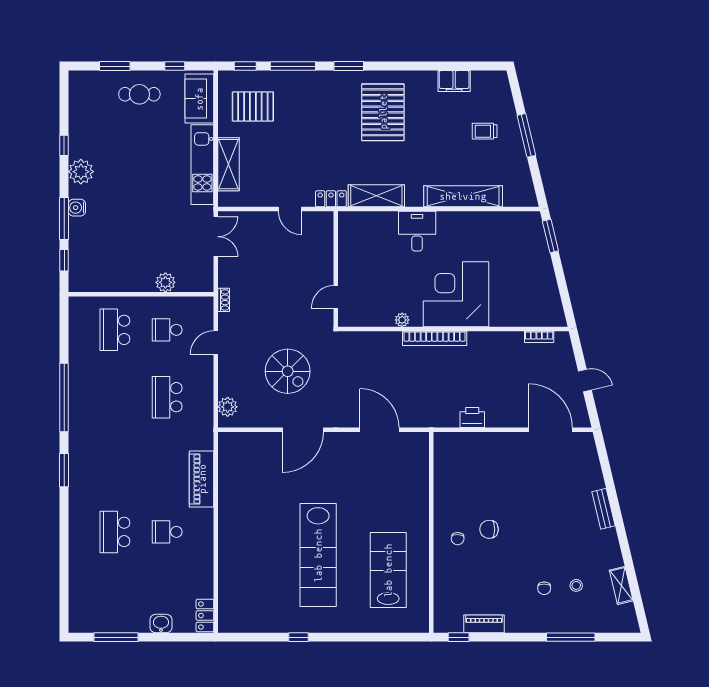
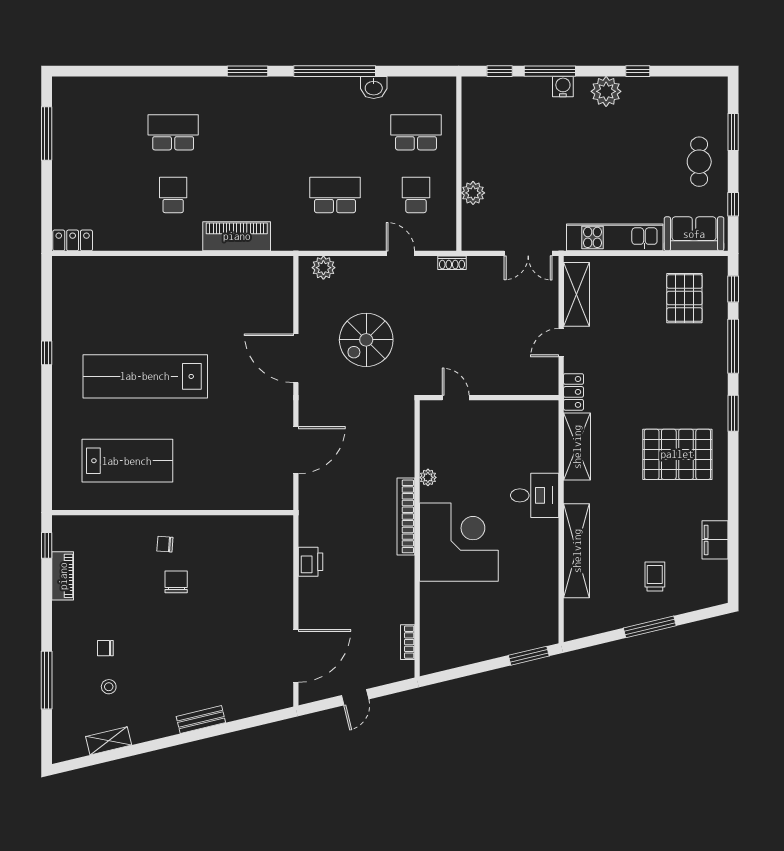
shelving: (229, 164) -> (576, 294), moved, turned 90
washbasin: (161, 624) -> (374, 87), moved, turned 90

